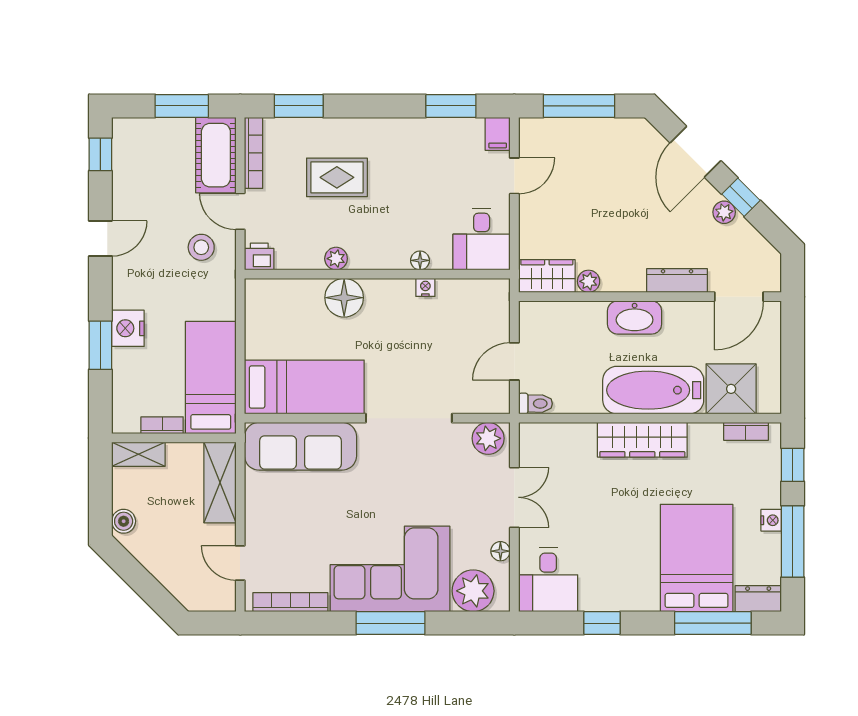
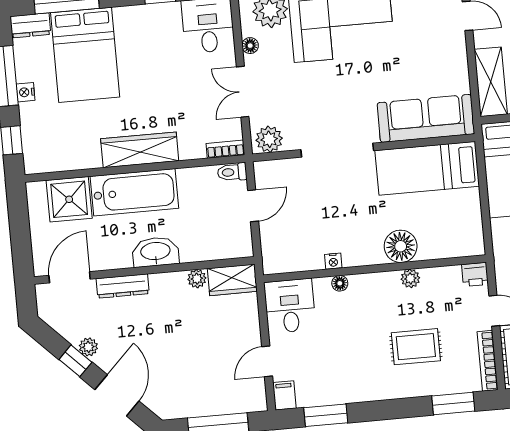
bookcase: (746, 431) -> (225, 149), moved

